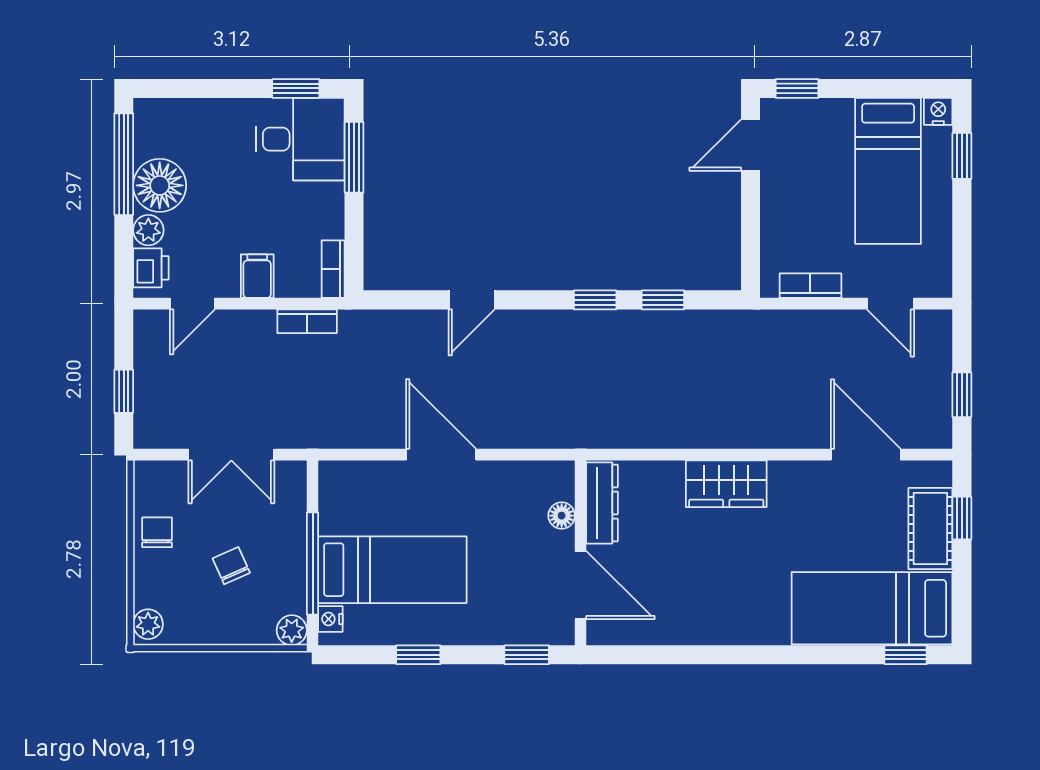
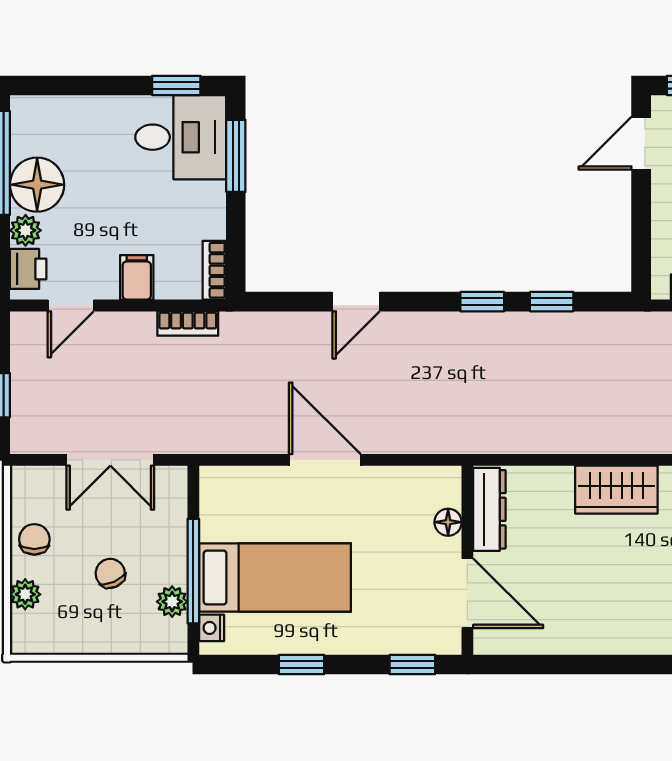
plant: (148, 624) -> (25, 594), moved
plant: (292, 630) -> (172, 602), moved

